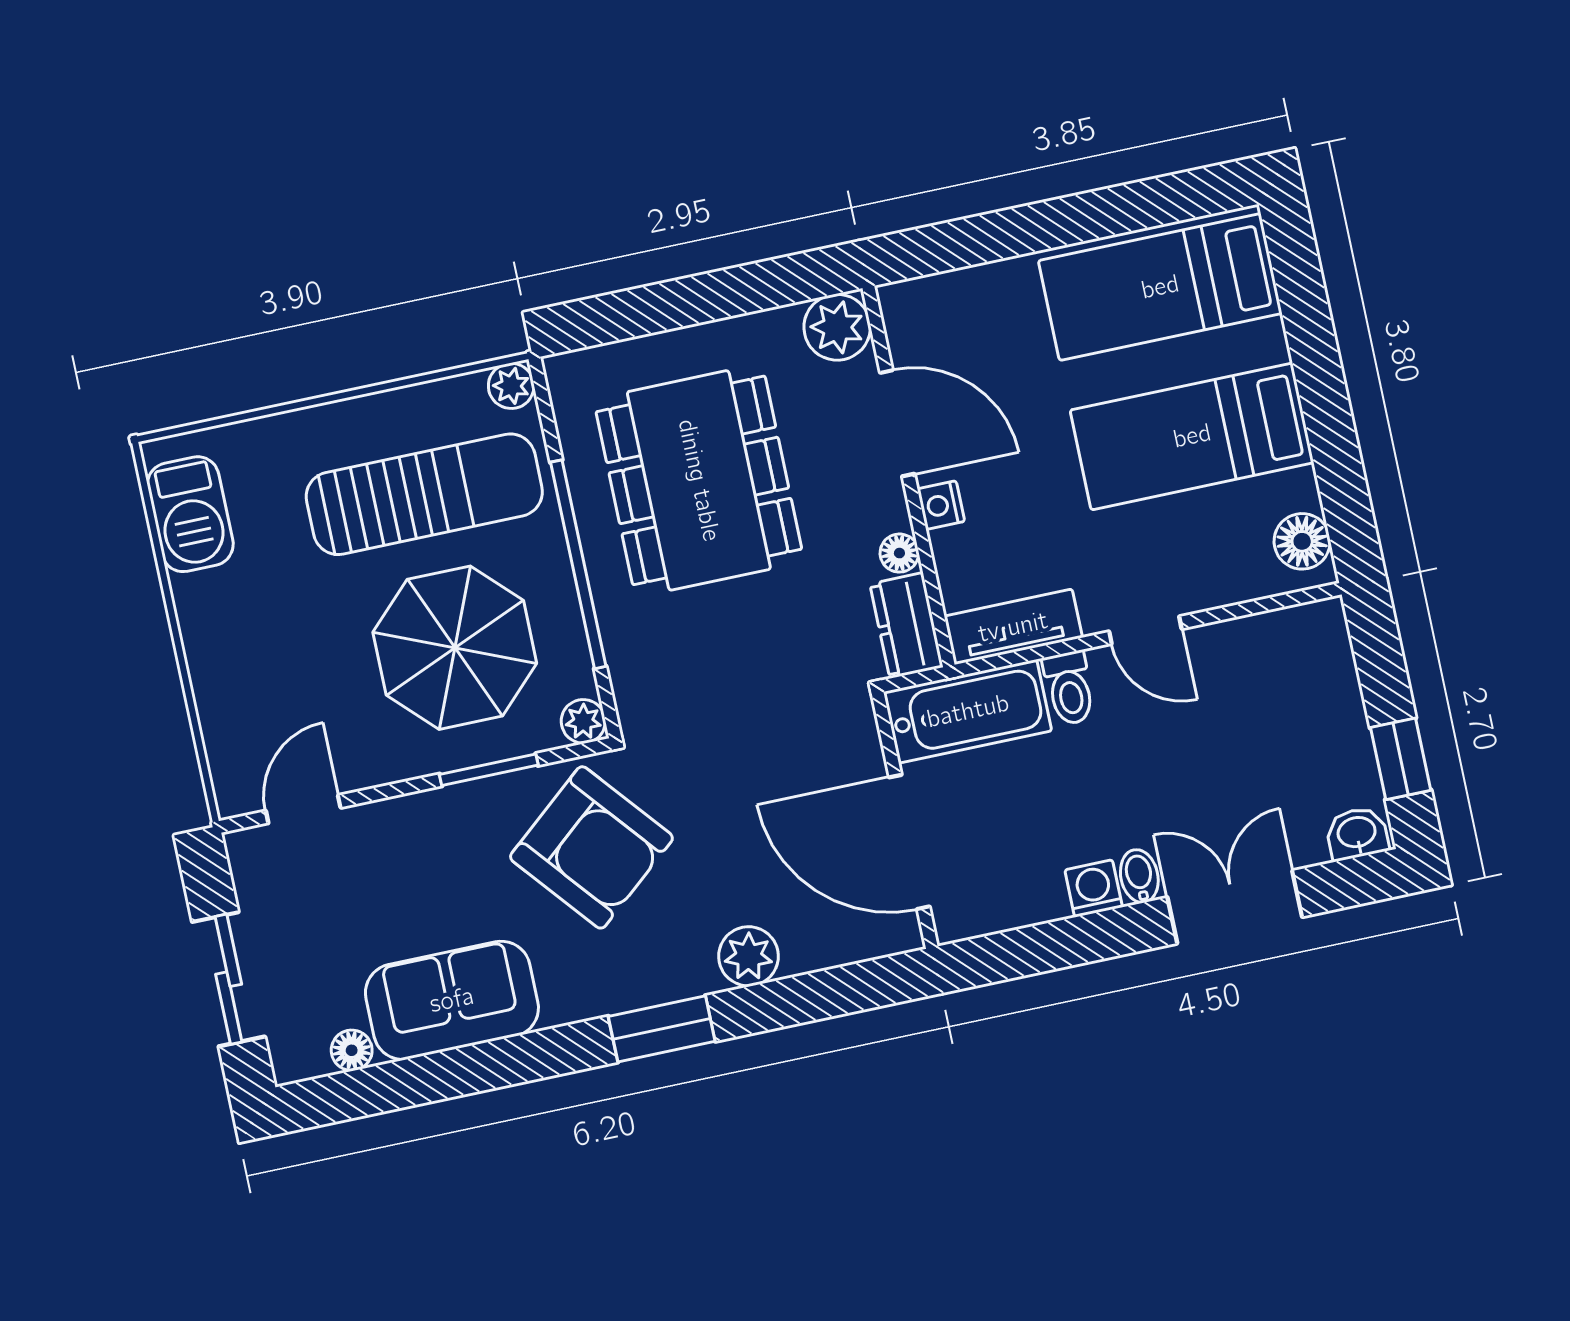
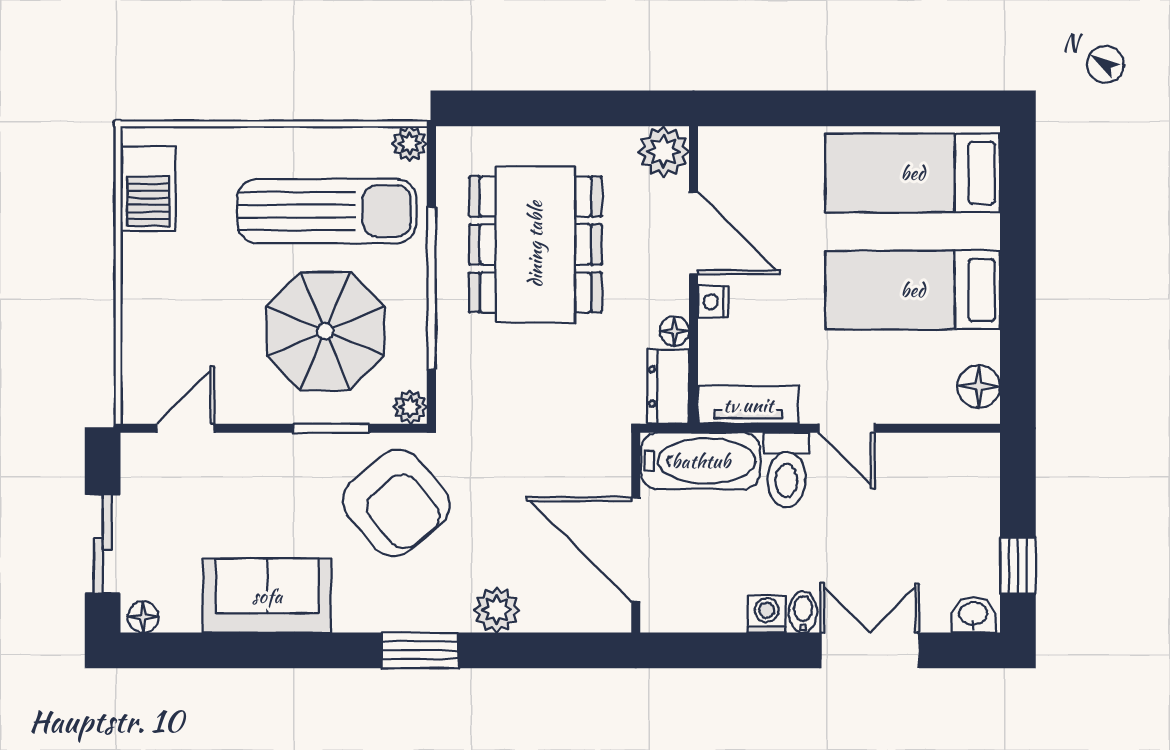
toilet: (1069, 688) -> (787, 470), width x1.37, depth x1.39
floor lamp: (352, 1050) -> (143, 617), moved

